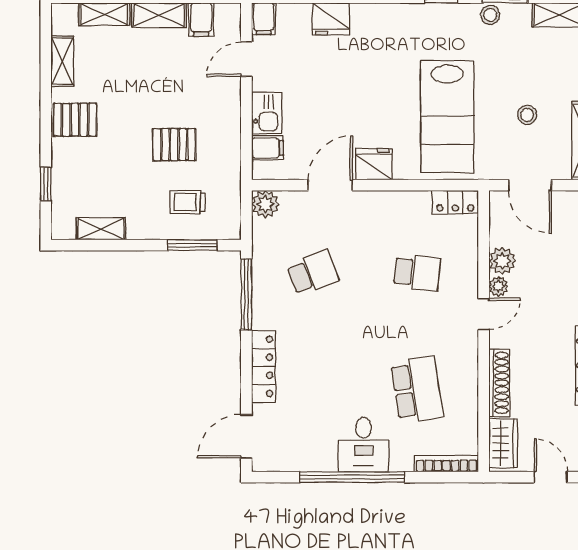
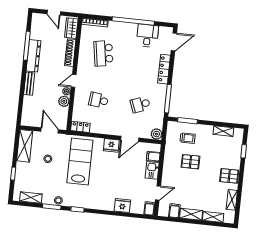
desk: (363, 445) -> (147, 36), moved

